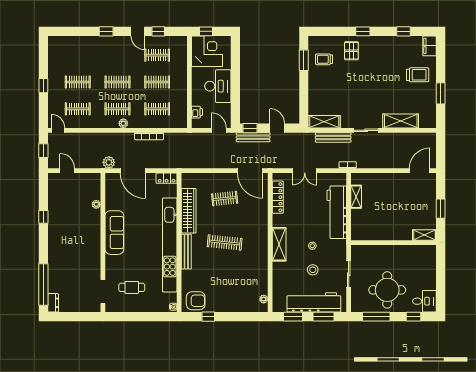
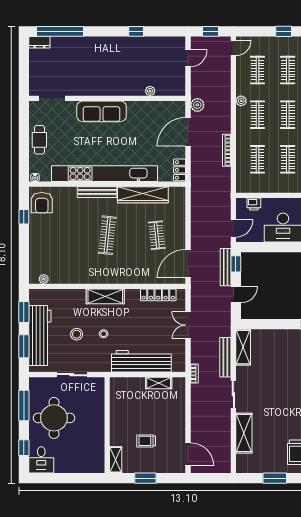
plant: (123, 123) -> (241, 101), moved
trolley: (408, 208) -> (146, 441), added
sofa: (114, 233) -> (102, 111), moved
cafe table: (132, 287) -> (39, 140), moved

